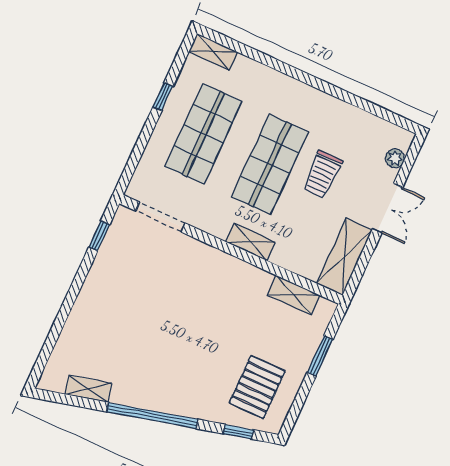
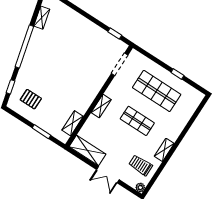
shelving: (213, 52) -> (164, 150), moved
plant: (395, 158) -> (140, 187), moved
shop shelf: (270, 164) -> (137, 121), width x0.70, depth x0.74
trolley: (322, 174) -> (141, 165), moved
pallet: (257, 387) -> (31, 99), width x0.67, depth x0.71

